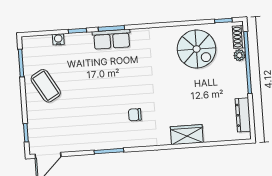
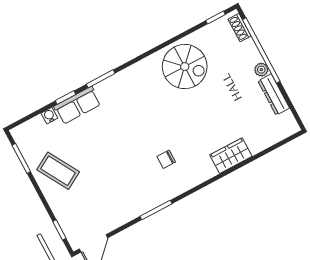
row of seats: (112, 39) -> (77, 105), moved
spiral stairs: (197, 49) -> (185, 67), moved
plant: (239, 55) -> (261, 70), moved
dresser: (243, 115) -> (274, 95), moved

